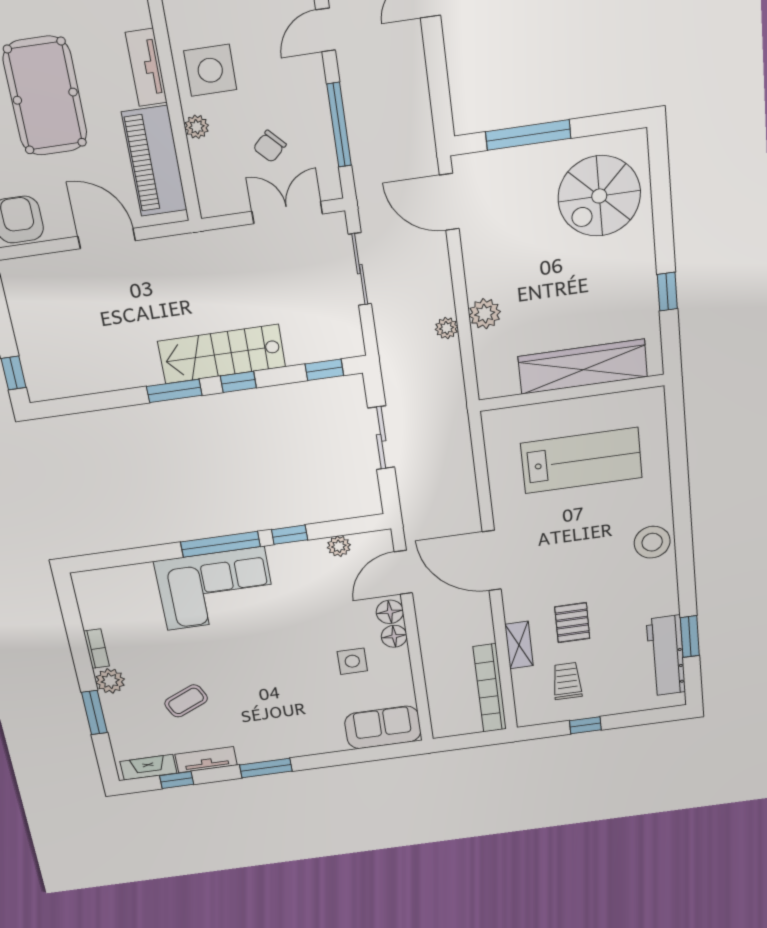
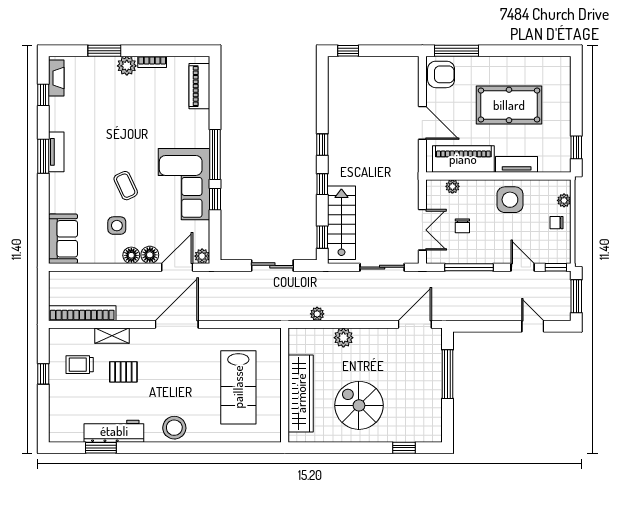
plant: (197, 127) -> (452, 186), moved
chair: (270, 146) -> (462, 226), turned -136
spiral stairs: (599, 196) -> (359, 405), moved
door: (107, 239) -> (422, 123), hinge flipped
window: (667, 292) -> (404, 448), moved
plant: (447, 328) -> (317, 314), moved
stairs: (222, 354) -> (341, 223), moved
window: (174, 391) -> (322, 145), width x0.67
plant: (339, 546) -> (202, 256), moved
door: (403, 572) -> (177, 267), hinge flipped
piano: (119, 580) -> (199, 86), added
corner sofa: (215, 589) -> (184, 184), moved
workbench: (666, 656) -> (114, 431), moved
trolley: (567, 681) -> (80, 365), turned 180
coffee table: (186, 701) -> (126, 186), moved
tv unit: (206, 760) -> (56, 152), moved

